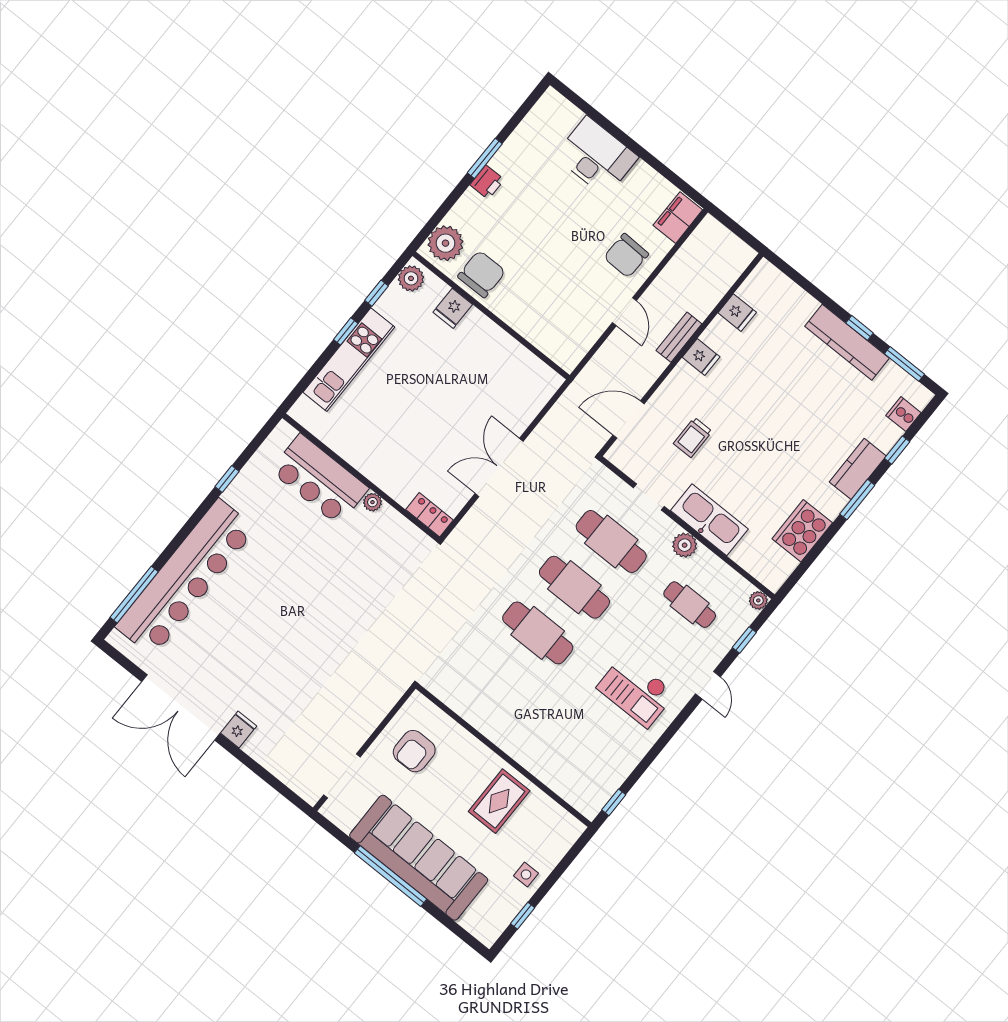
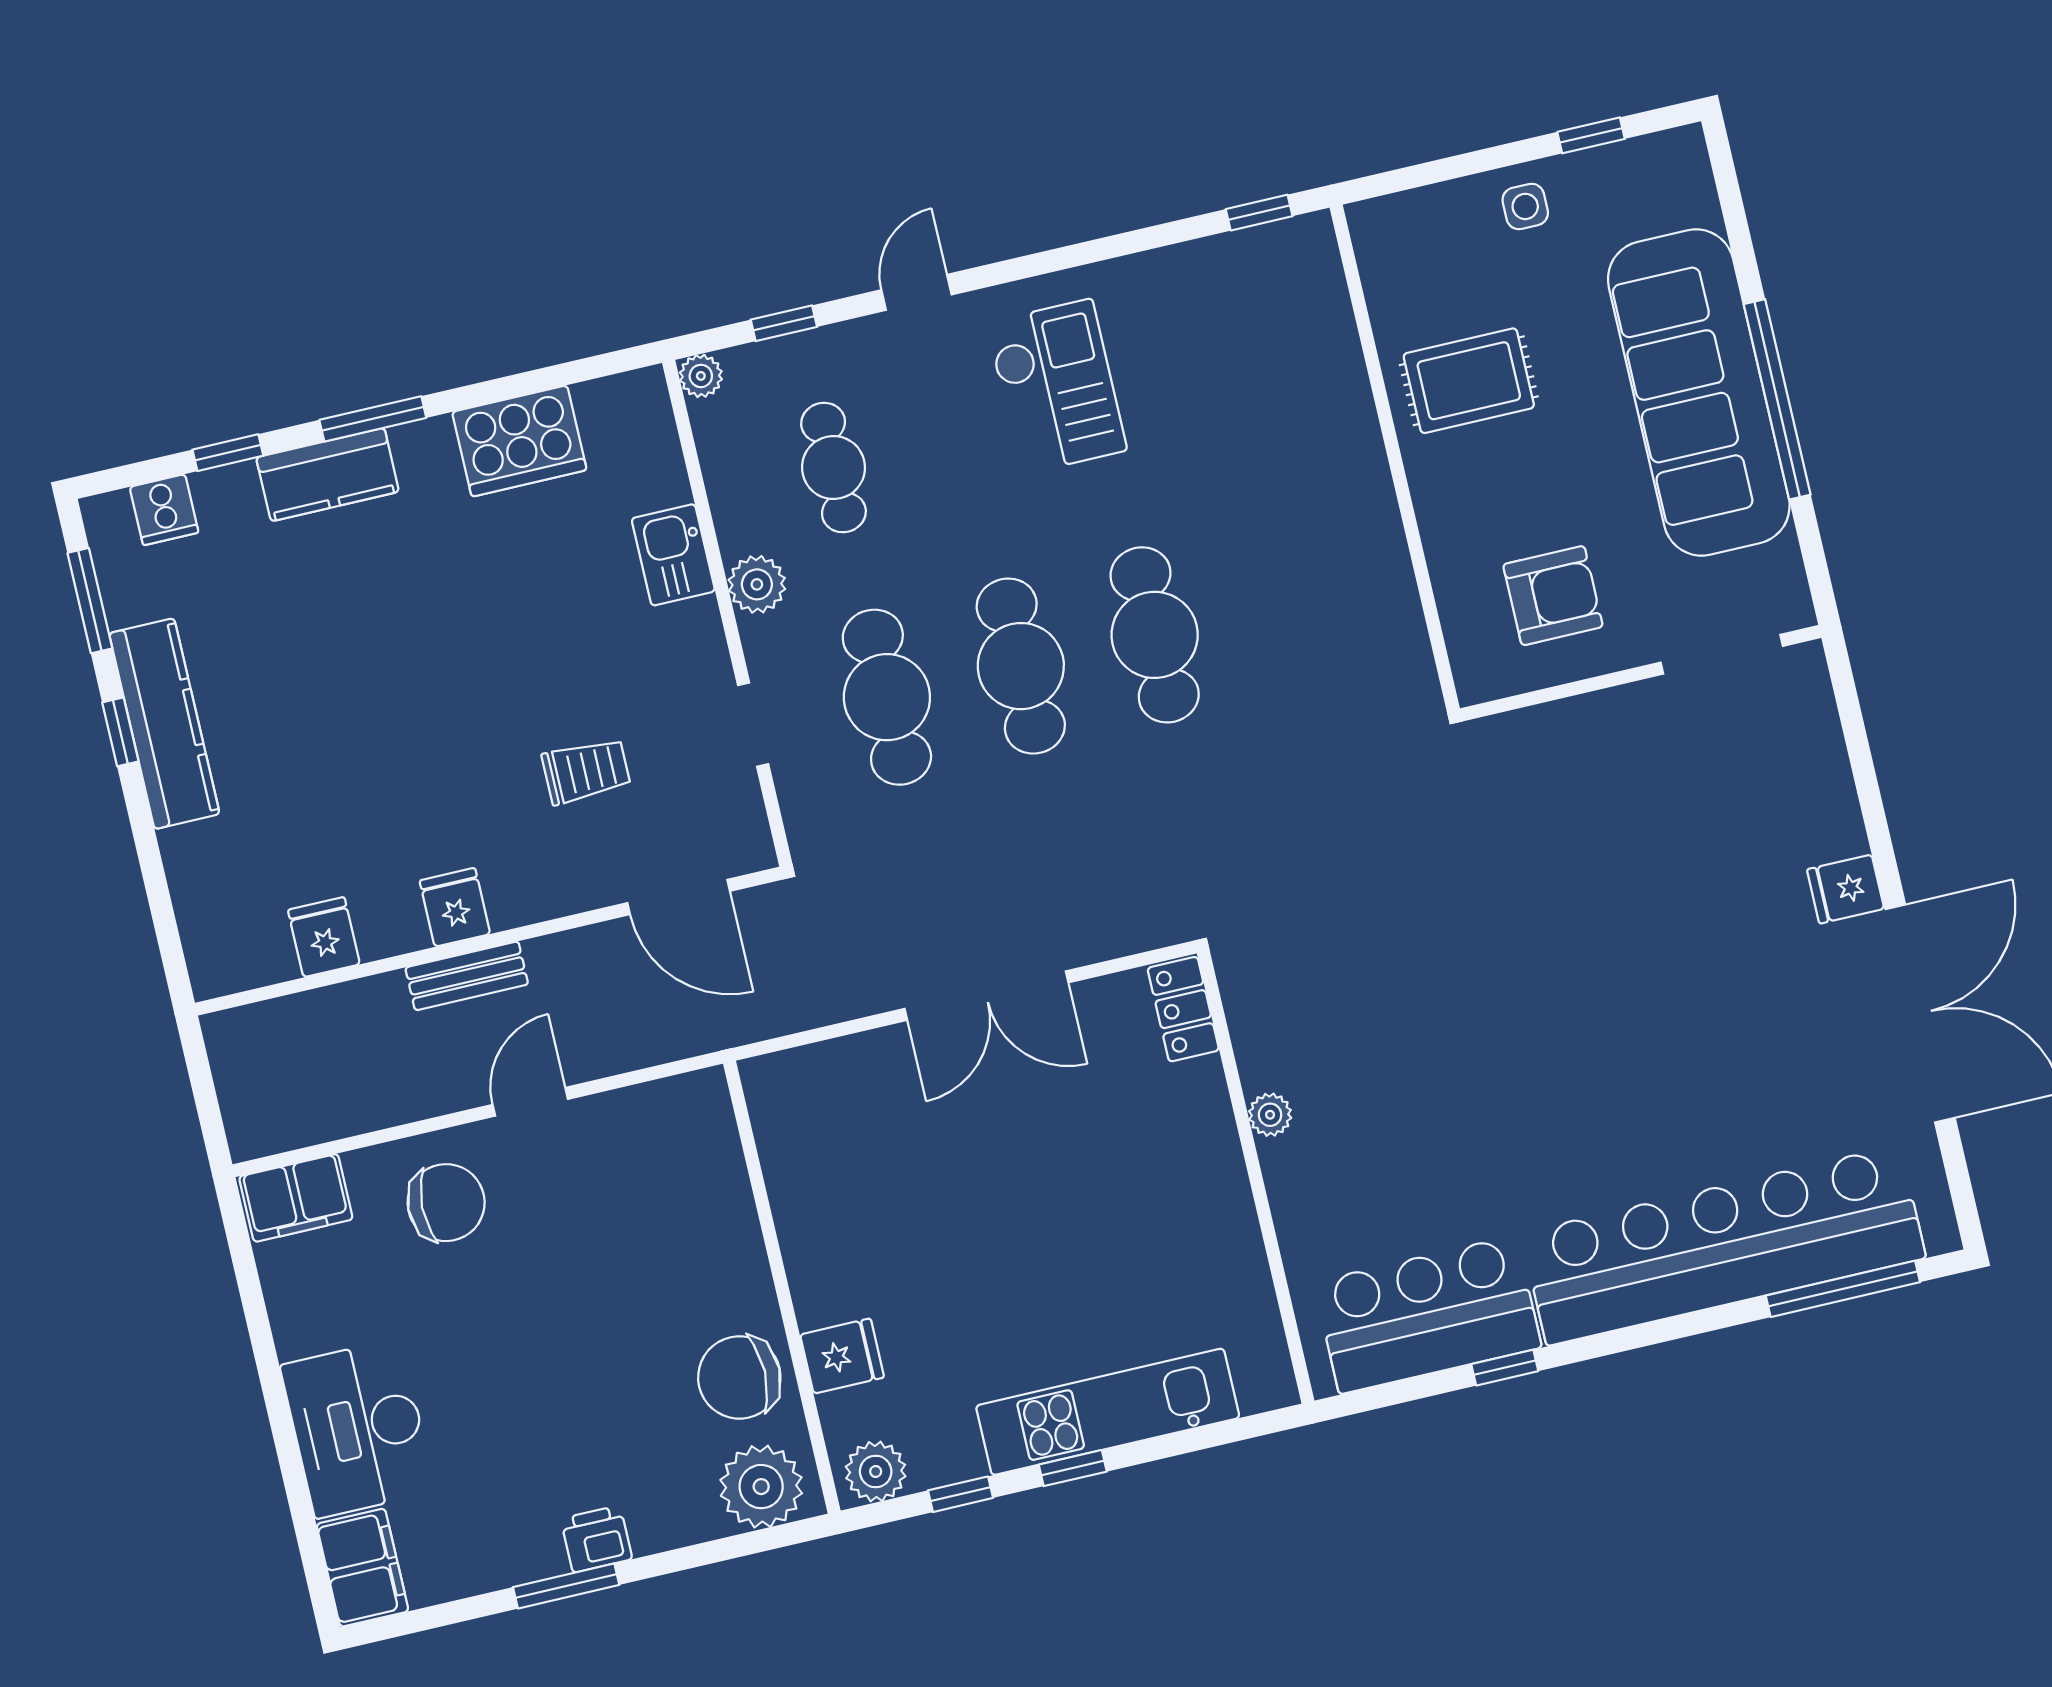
filing cabinet: (558, 111) -> (362, 1568), added
bar counter: (319, 479) -> (1428, 1315), moved, turned -90
kitchen sink: (709, 520) -> (673, 555), width x0.53, depth x0.81

